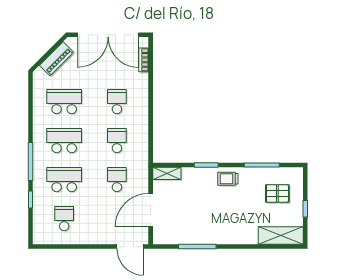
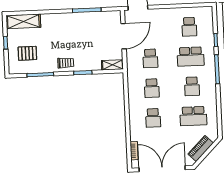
school desk: (64, 141) -> (192, 86), width x0.54

